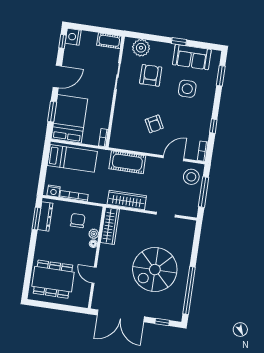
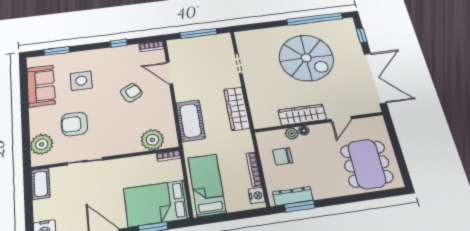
window: (179, 42) -> (25, 105), removed
armchair: (154, 124) -> (131, 93), moved
plant: (120, 129) -> (152, 140), added
stool: (191, 177) -> (185, 50), removed
wardrobe: (110, 226) -> (302, 115), moved

